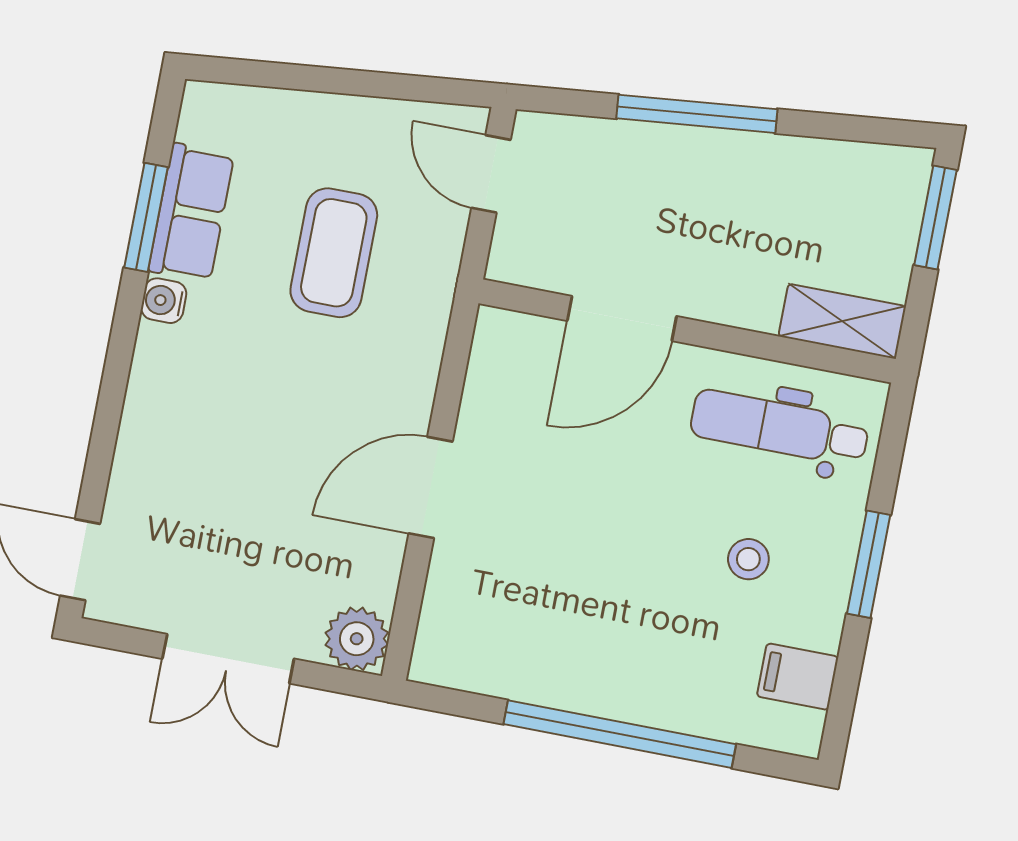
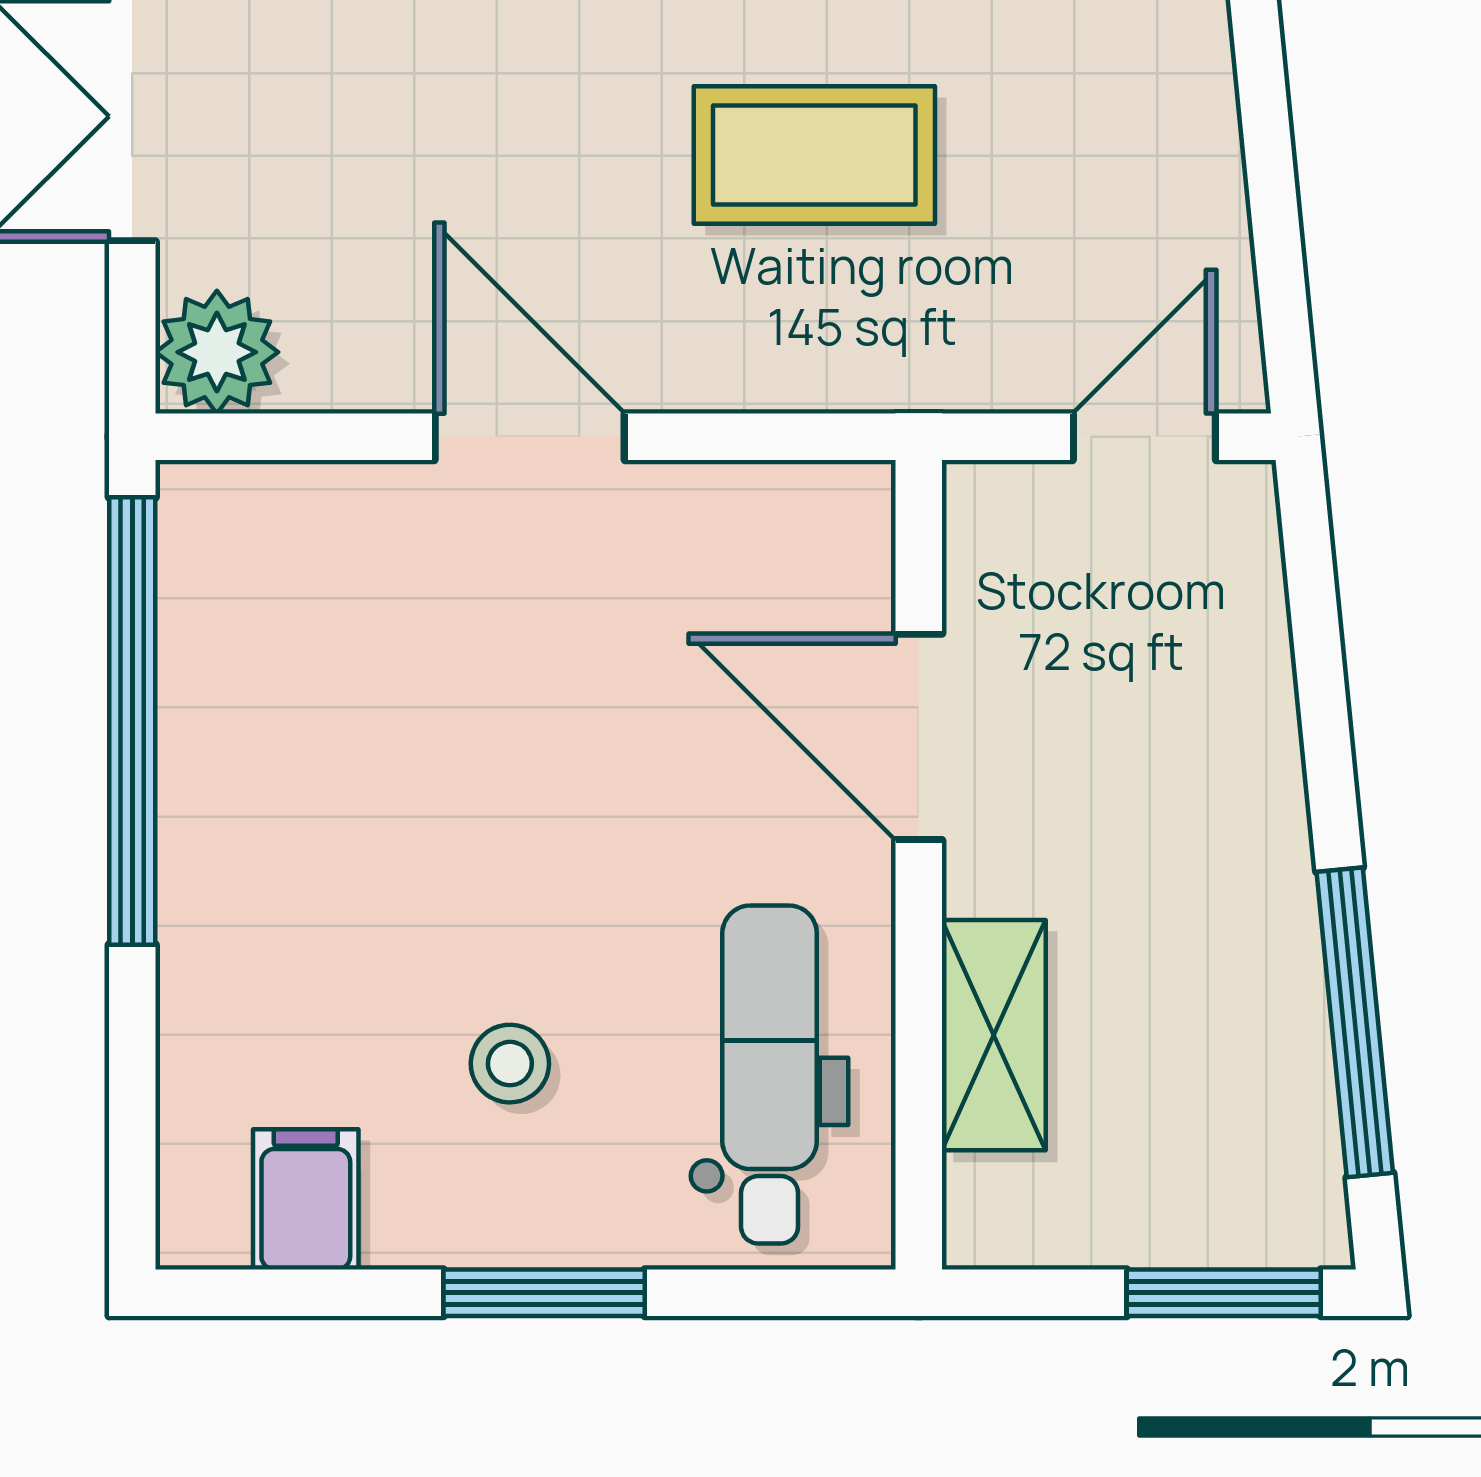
window: (697, 114) -> (1355, 1022), moved
coffee table: (334, 253) -> (814, 155), moved
shelving: (842, 321) -> (994, 1035), moved
window: (620, 734) -> (132, 721), moved

